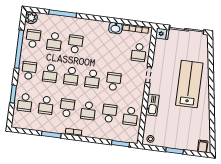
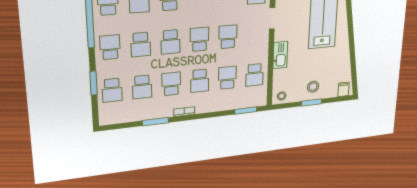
school desk: (92, 79) -> (200, 39), turned 180
stool: (177, 138) -> (313, 87), added

